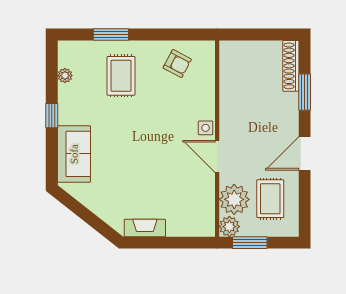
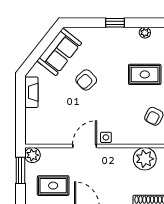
sofa: (74, 154) -> (59, 52), moved, turned -52
armchair: (128, 154) -> (86, 80), added
plant: (234, 199) -> (145, 159), moved

